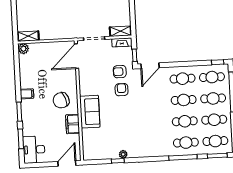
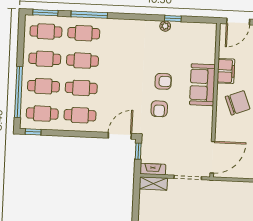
armchair: (120, 72) -> (163, 81), moved

